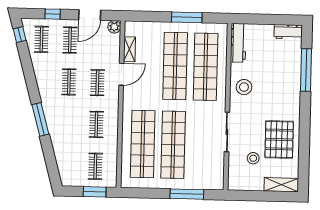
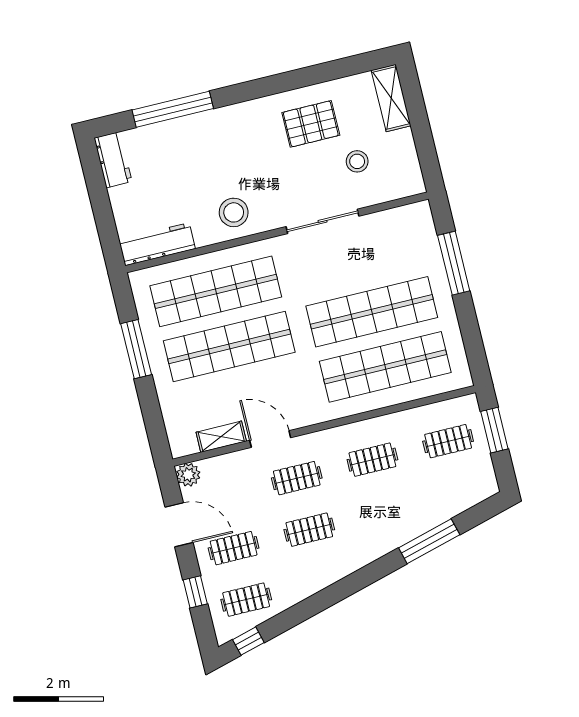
window: (40, 119) -> (429, 541), moved
pallet: (279, 139) -> (311, 124), width x0.73, depth x0.71

